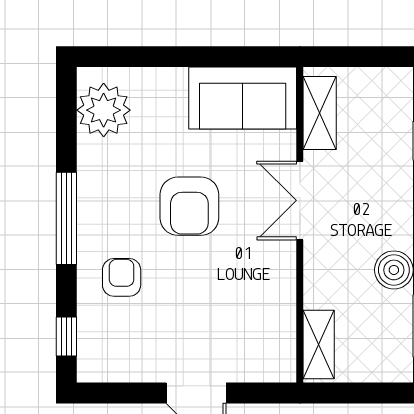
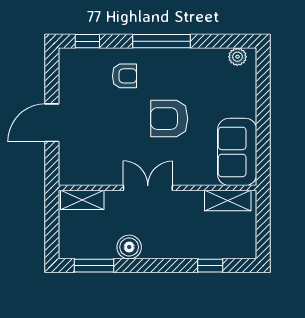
plant: (104, 110) -> (237, 57), width x0.53, depth x0.53
double door: (300, 200) -> (148, 188), moved

